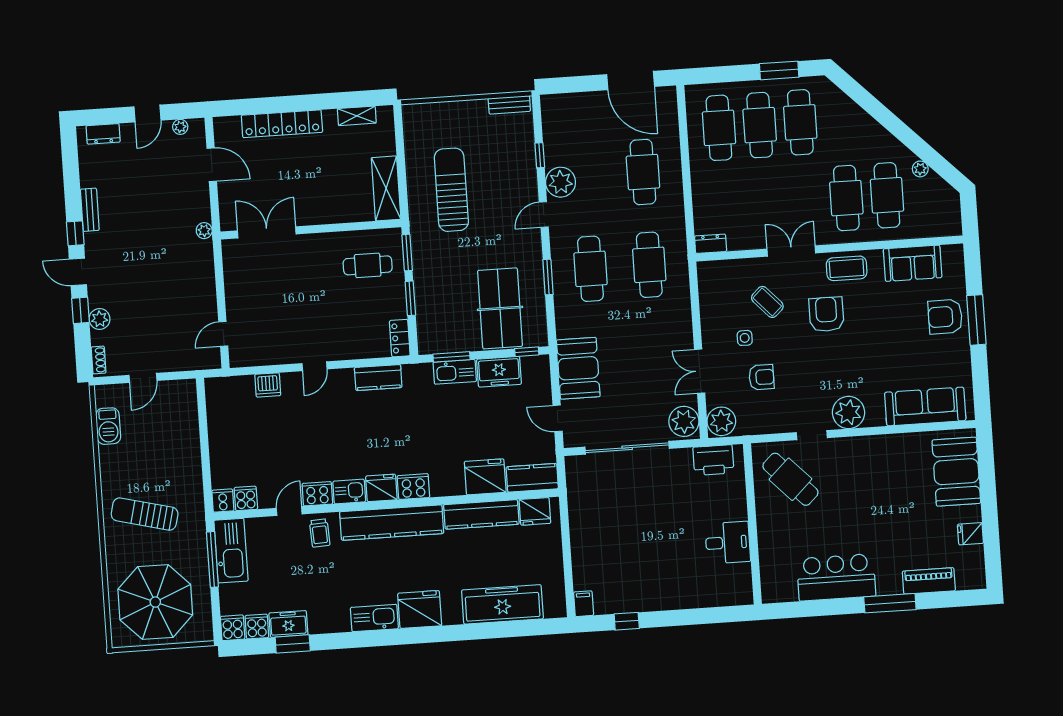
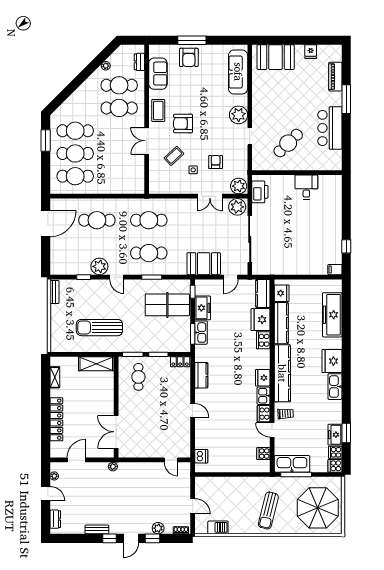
dresser: (711, 244) -> (139, 62), moved
dishwasher: (268, 385) -> (201, 456), moved
cafe table: (790, 479) -> (288, 143), moved
cooker: (413, 487) -> (263, 340), moved
cooker: (223, 501) -> (264, 466), removed

